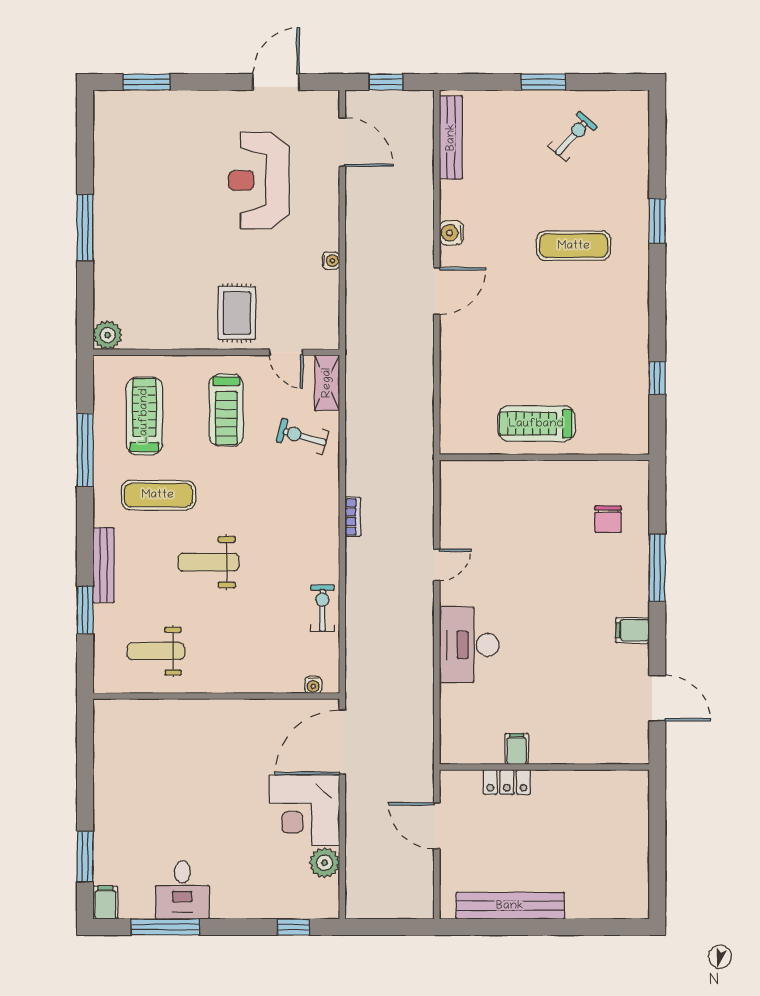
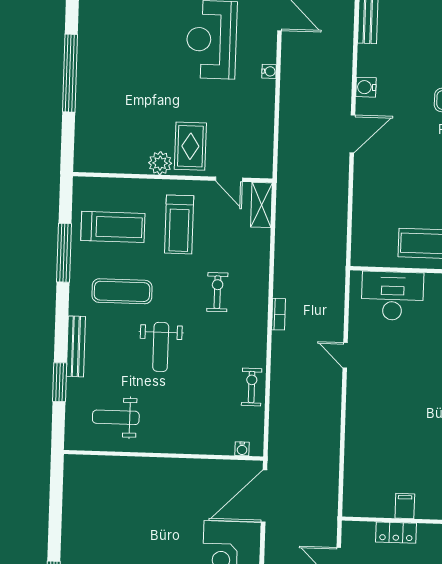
window: (85, 228) -> (70, 73), width x1.46
water cooler: (331, 261) -> (269, 71), moved
plant: (107, 335) -> (160, 163), moved
treadmill: (144, 416) -> (113, 227), turned 90
exercise bike: (302, 436) -> (217, 292), moved, turned 74
weight bench: (208, 562) -> (161, 347), turned -90
door: (437, 565) -> (345, 355), swing flipped
desk: (469, 645) -> (392, 296), moved, turned 90

